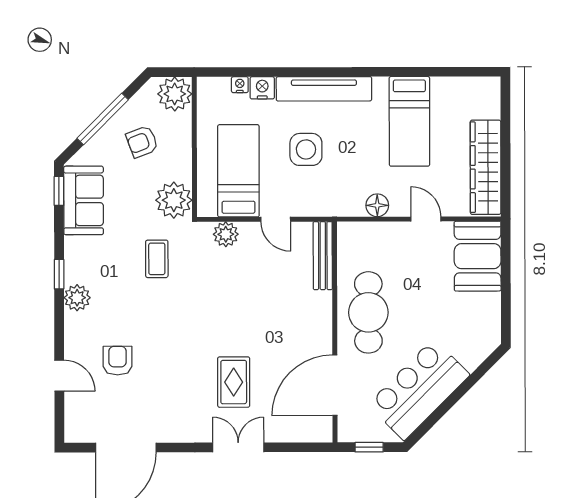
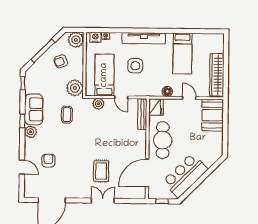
nightstand: (262, 88) -> (95, 37), moved
sofa: (84, 200) -> (34, 109), moved
fridge: (353, 240) -> (156, 107), added

